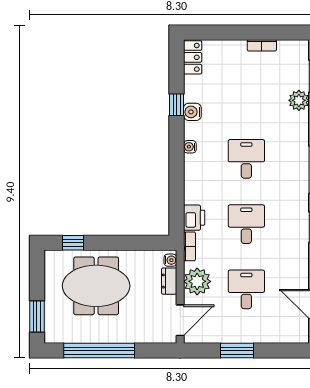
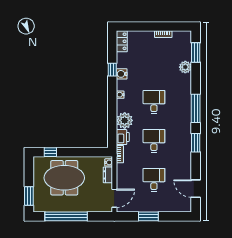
plant: (197, 281) -> (125, 120), moved

